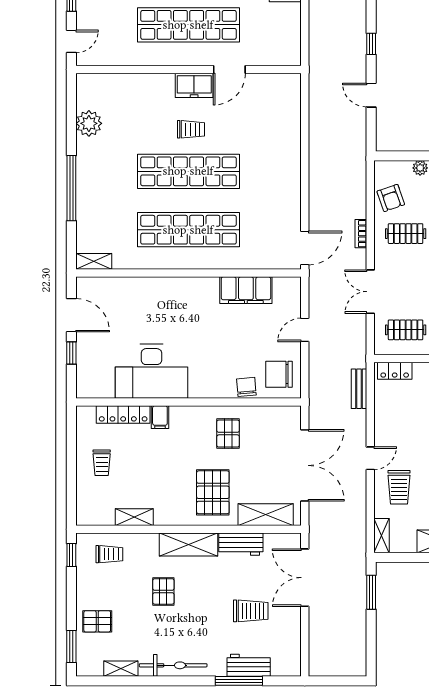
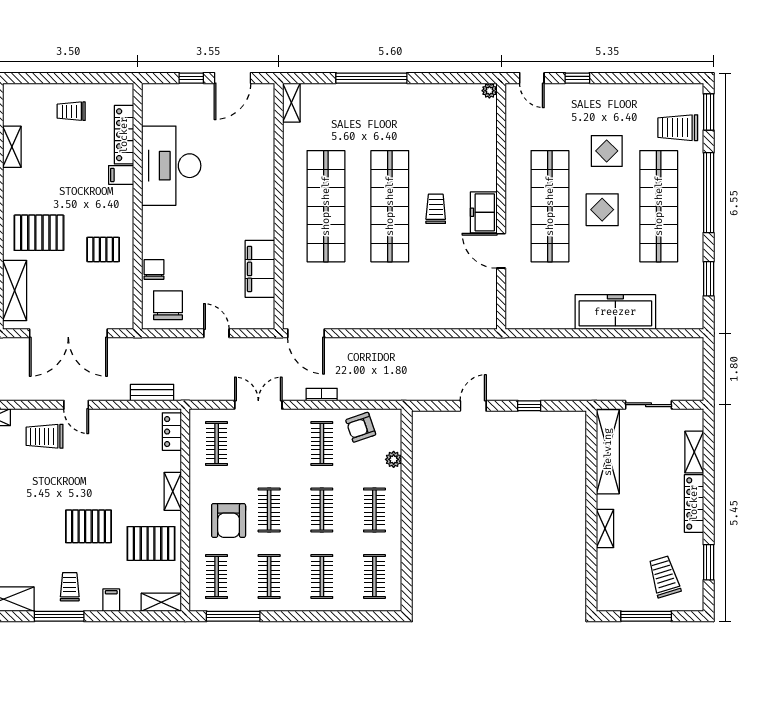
plant: (89, 123) -> (489, 91), moved, width x0.53, depth x0.53
trolley: (191, 129) -> (436, 209), turned 180
chair: (246, 387) -> (154, 269), turned -85

